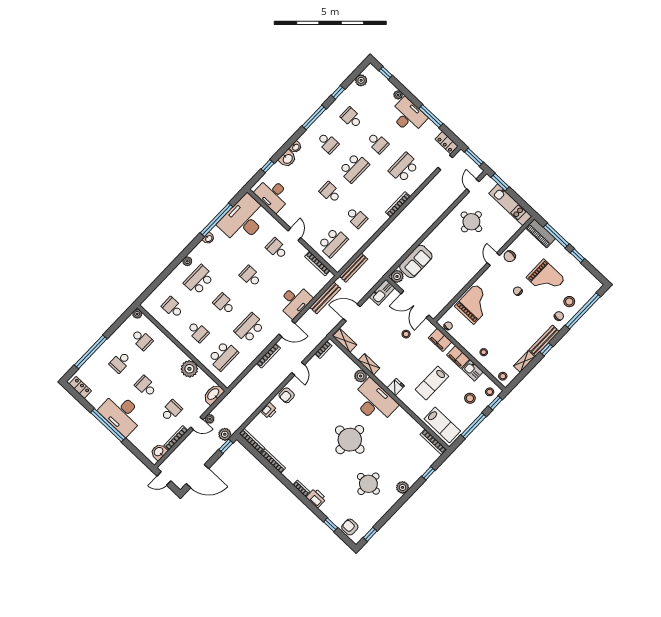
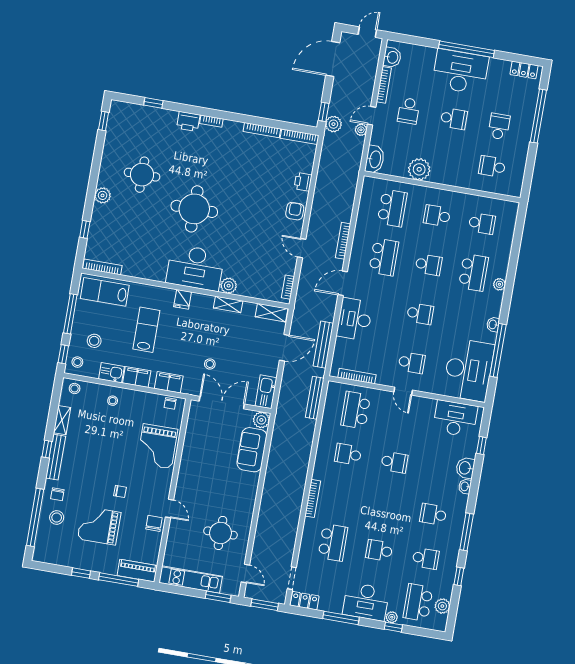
window: (386, 73) -> (393, 627), moved
school desk: (354, 168) -> (418, 603), moved
plant: (137, 314) -> (516, 191), removed
school desk: (223, 356) -> (392, 208), turned 180
armchair: (350, 527) -> (131, 114), removed

